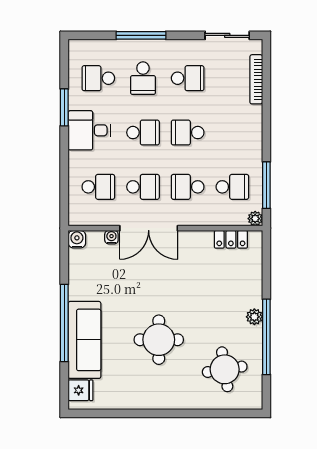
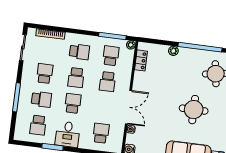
school desk: (143, 187) -> (79, 52), moved, turned 90
plant: (254, 317) -> (173, 51), moved

